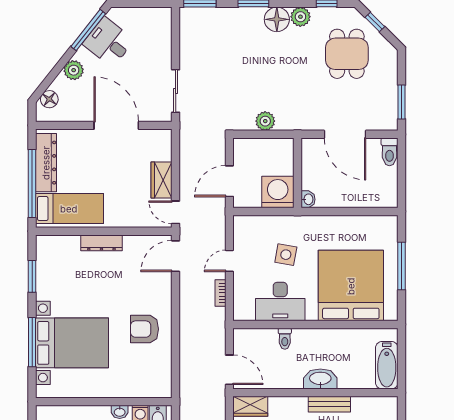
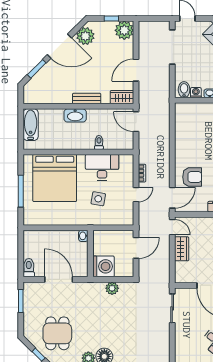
washing machine: (278, 192) -> (103, 266), moved, turned -90
armchair: (145, 329) -> (192, 177), moved
bench: (329, 404) -> (87, 98), moved

